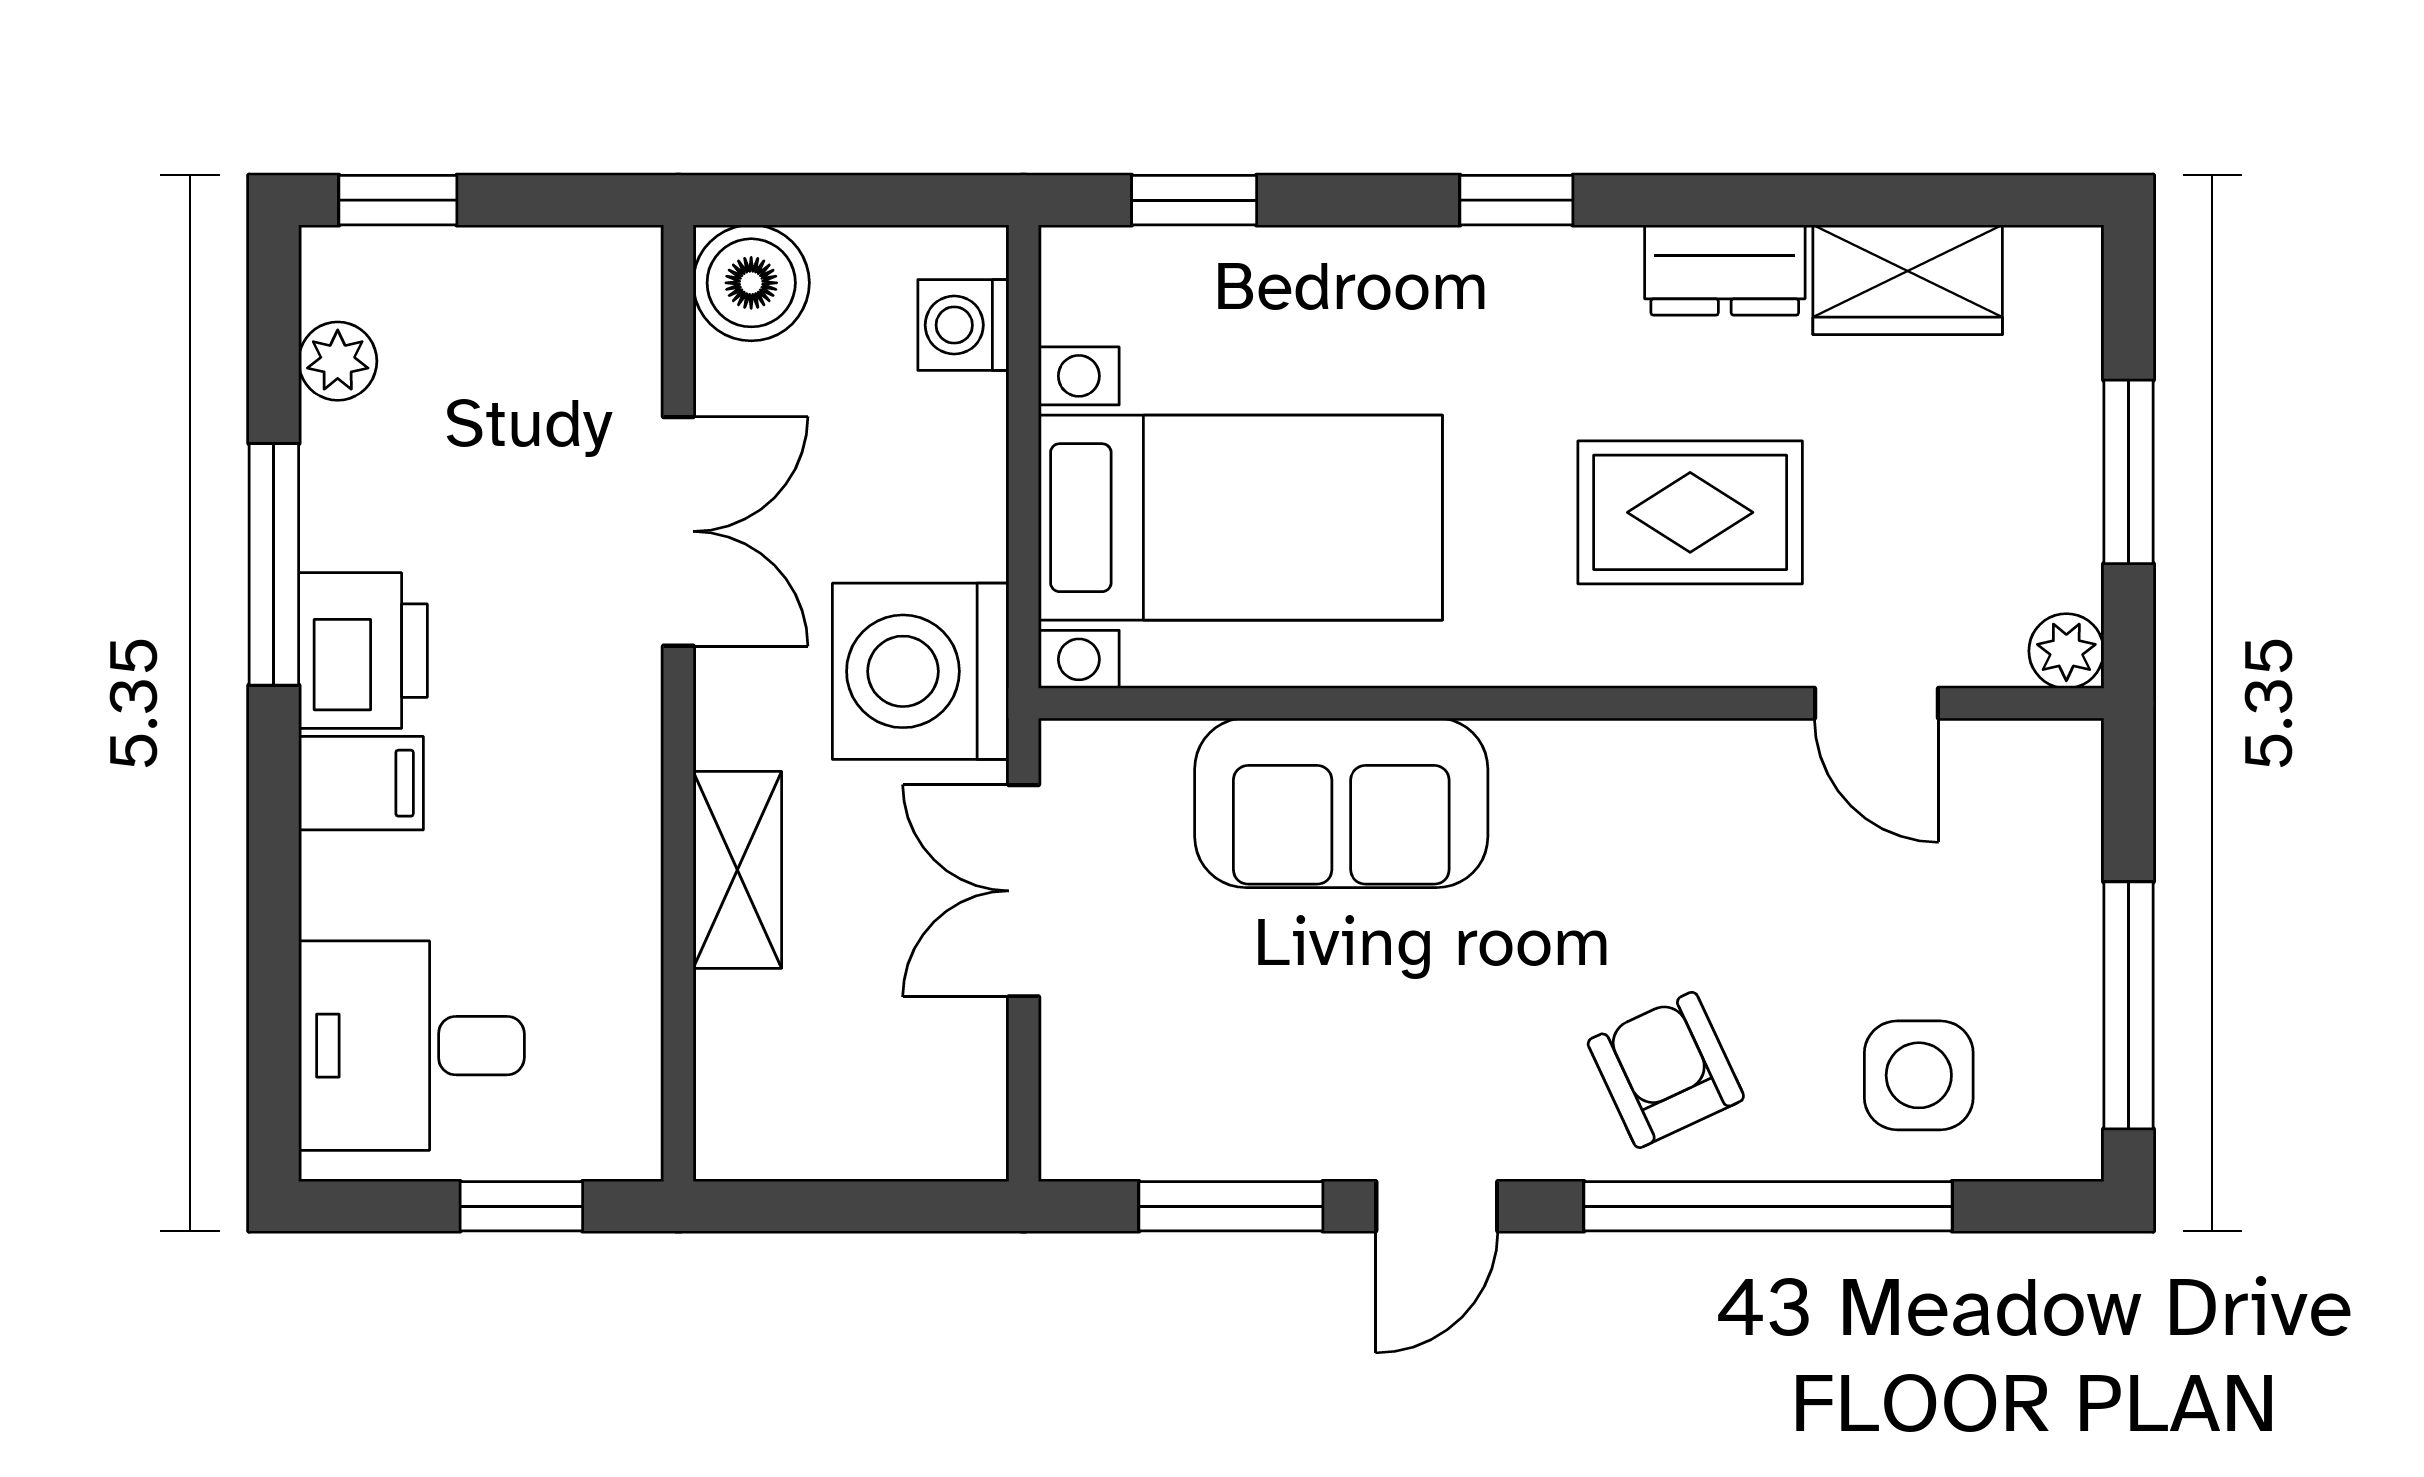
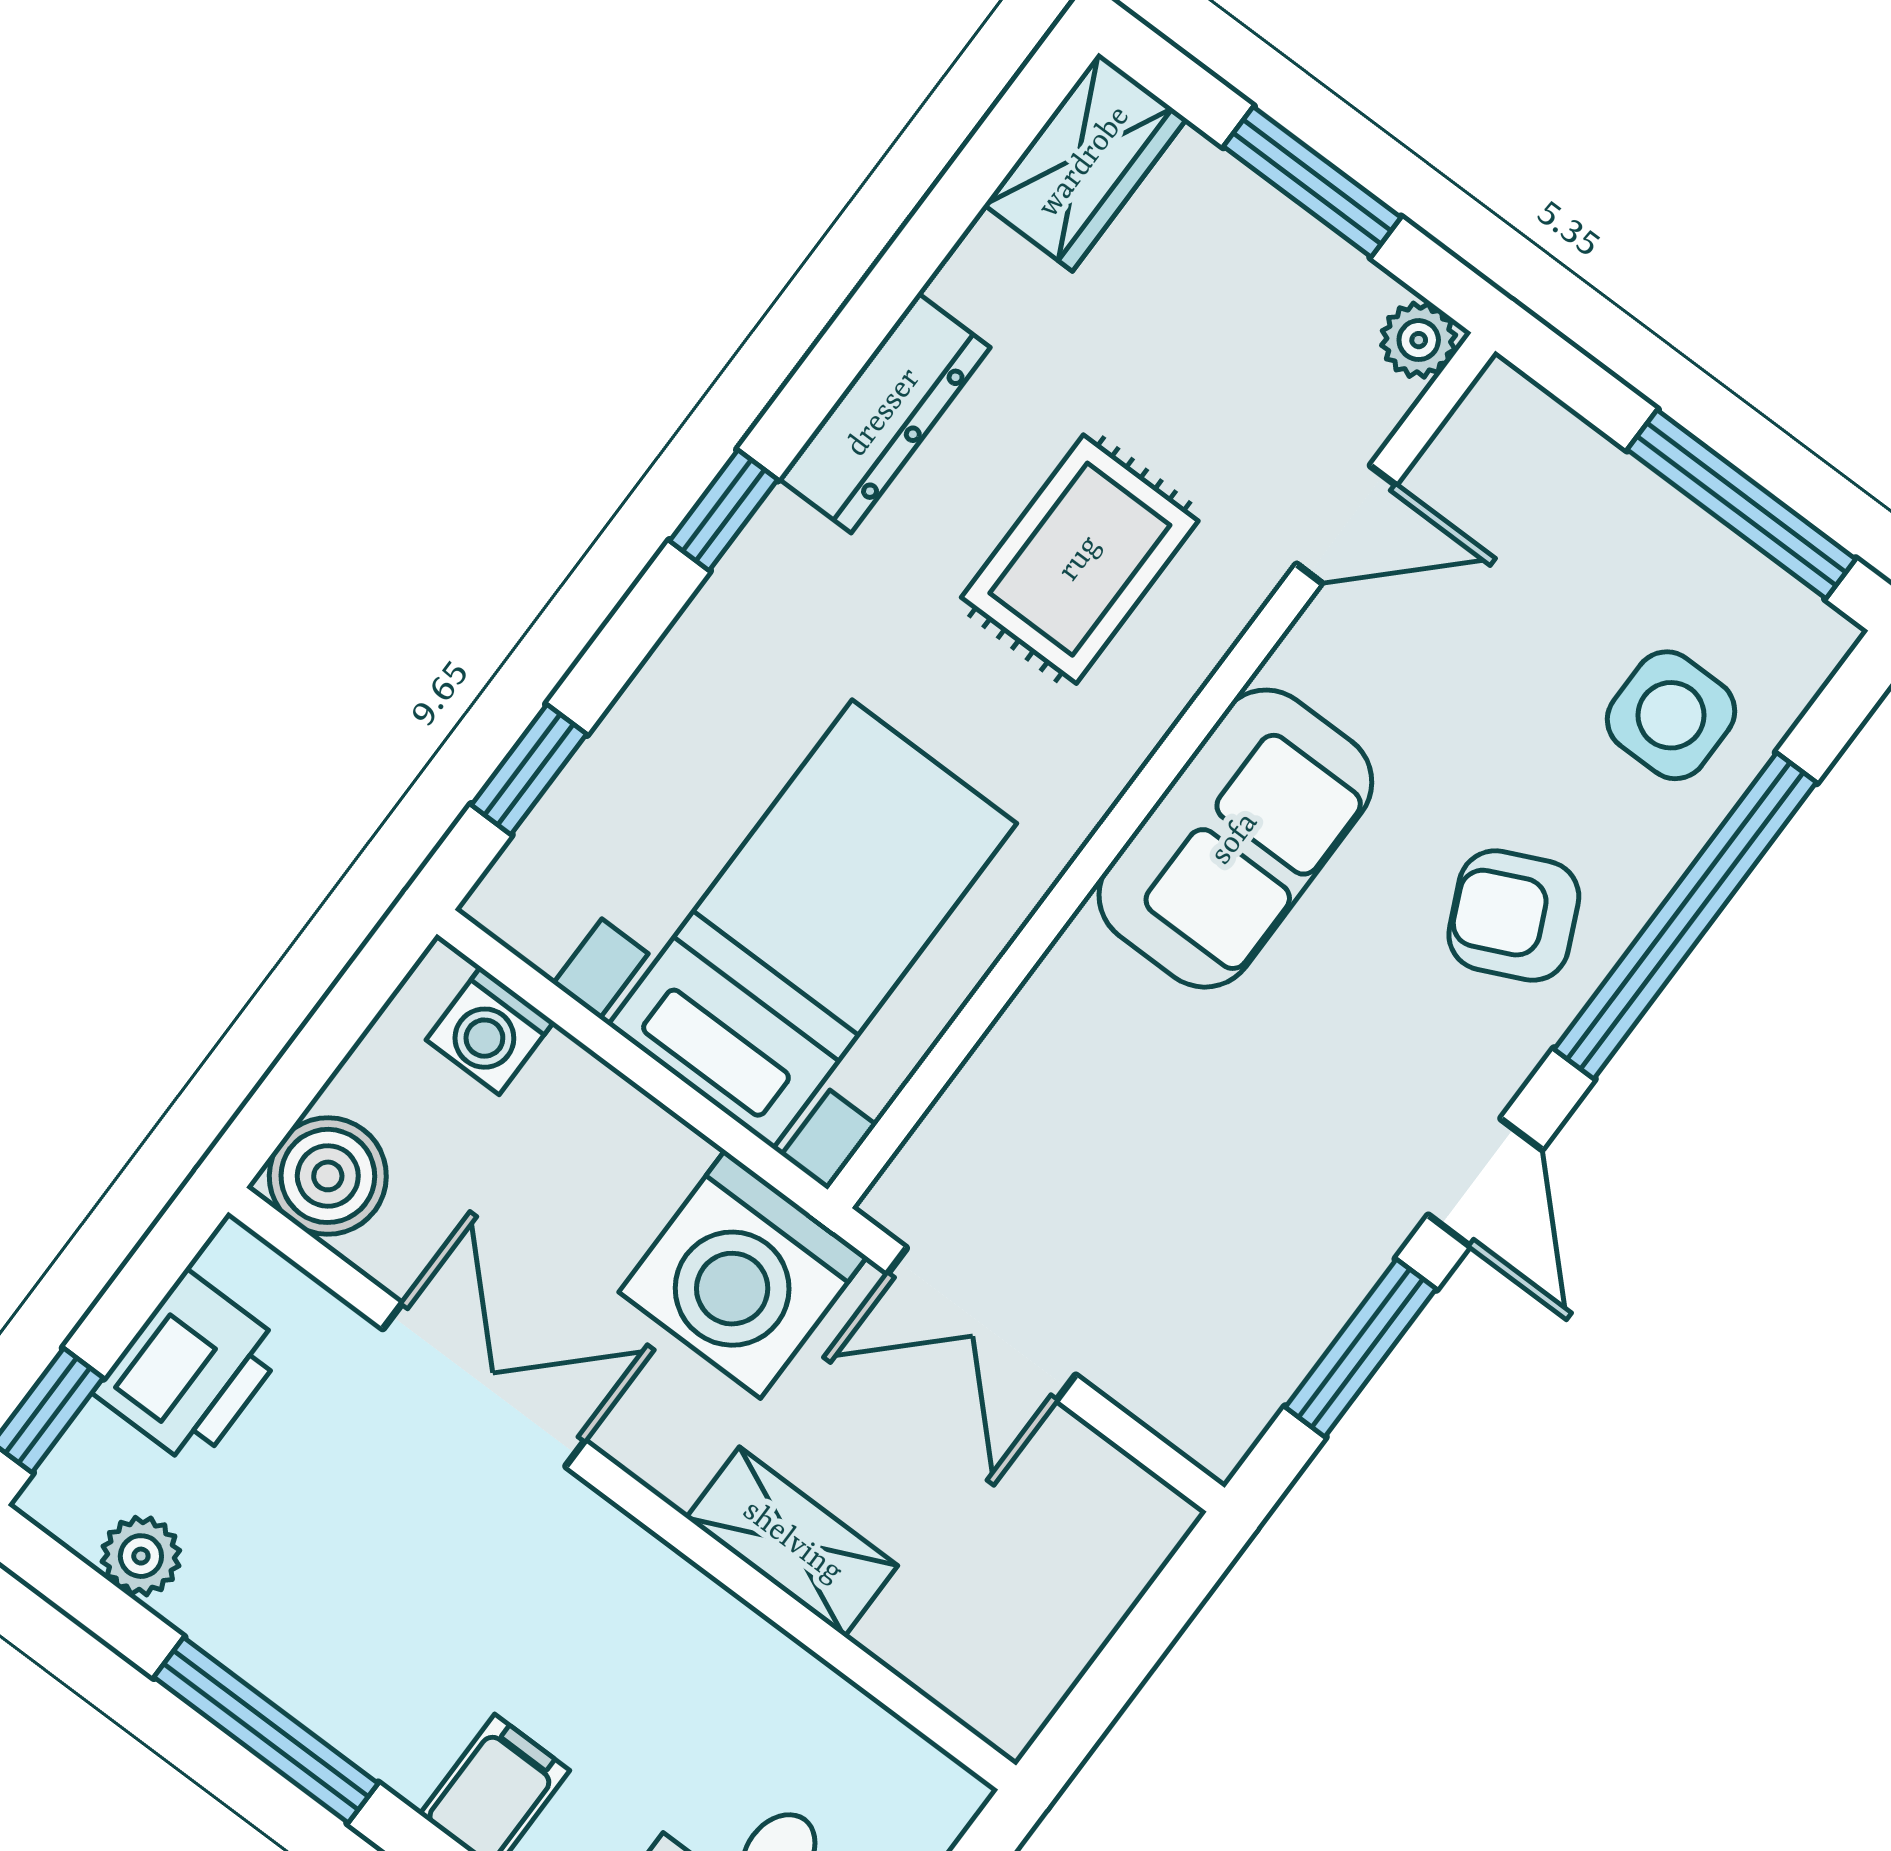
dresser: (1725, 270) -> (884, 413), width x1.44
wardrobe: (1908, 280) -> (1085, 162), moved
printer: (363, 651) -> (191, 1369), moved, turned 90
sofa: (1341, 803) -> (1235, 839), moved

